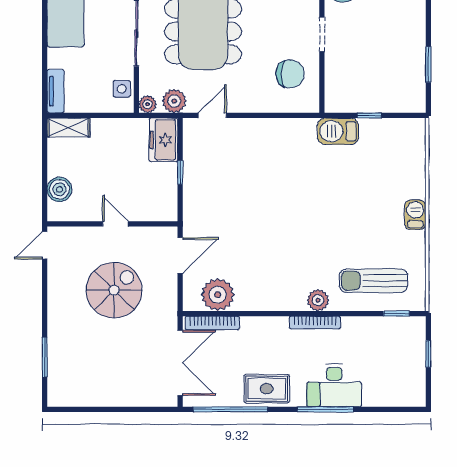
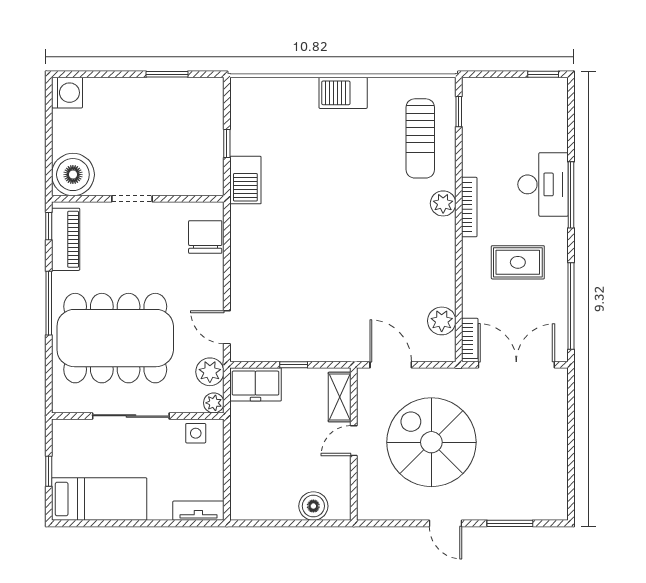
chair: (290, 74) -> (205, 237), moved
shelving: (68, 128) -> (340, 397), moved
barbecue: (415, 215) -> (343, 93), width x1.38, depth x1.27
door: (45, 245) -> (445, 523), moved
spiral stairs: (114, 290) -> (431, 442), width x1.37, depth x1.37
plant: (218, 295) -> (442, 321), width x0.73, depth x0.73
bookcase: (212, 323) -> (470, 338), width x0.64
window: (428, 354) -> (543, 74), moved
rug: (267, 389) -> (518, 262), moved, turned 90

